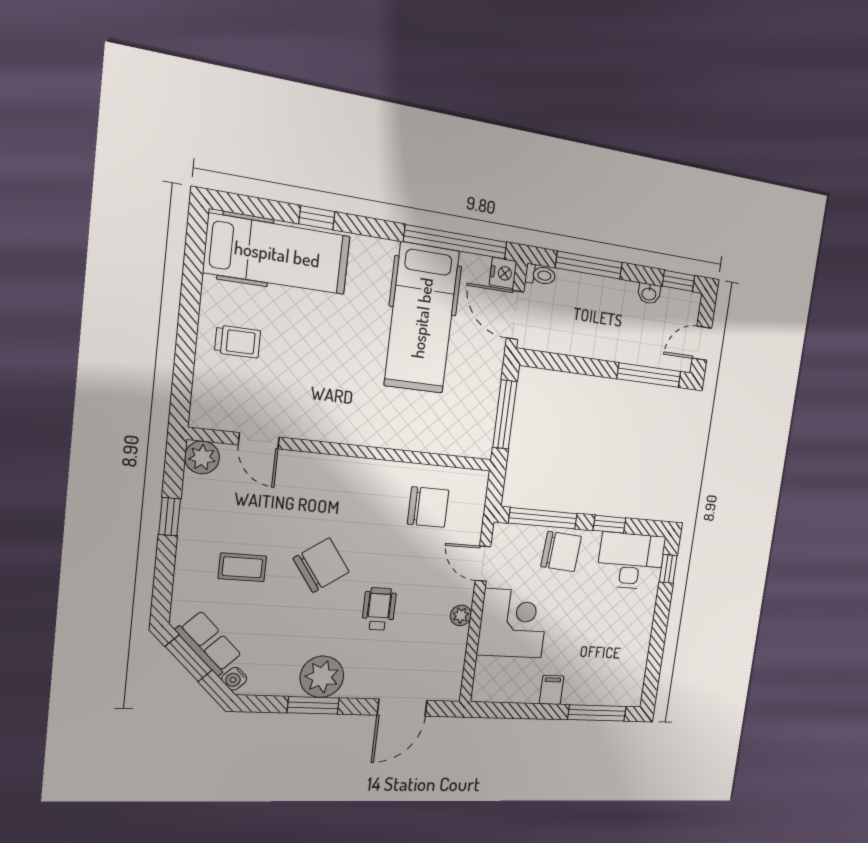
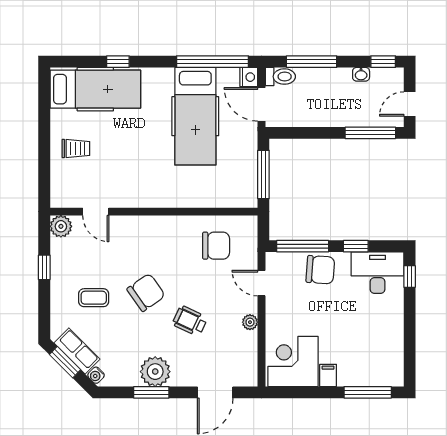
toilet: (540, 275) -> (280, 77), width x1.37, depth x1.39
wheelchair: (379, 609) -> (190, 321), turned -65
corner desk: (513, 623) -> (293, 361), moved, turned -90

